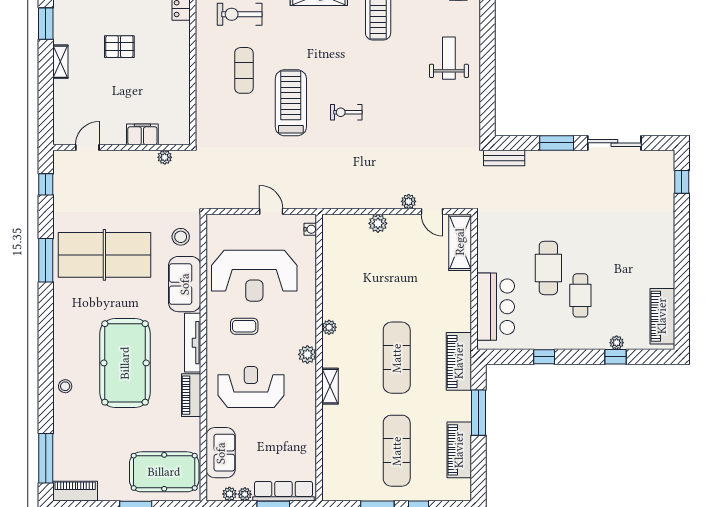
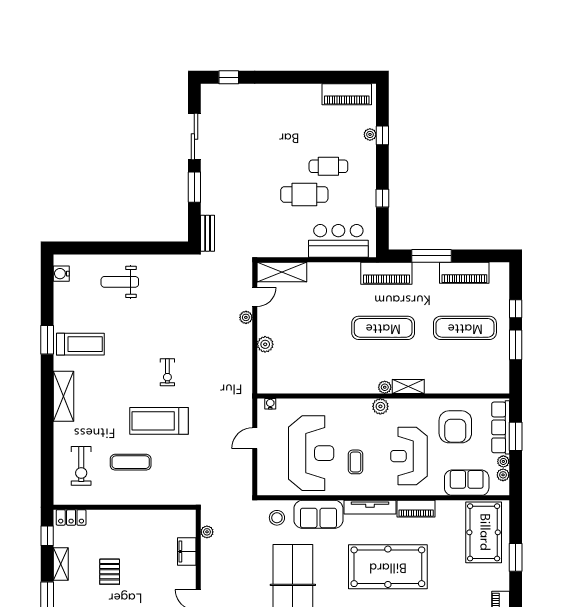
plant: (329, 327) -> (385, 387), moved
armchair: (284, 440) -> (455, 427), added

